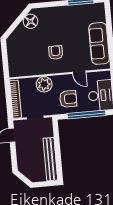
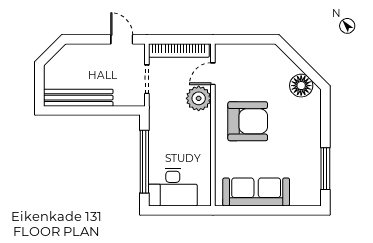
armchair: (56, 53) -> (248, 121), width x1.88, depth x1.88
door: (79, 72) -> (213, 74), moved
armchair: (68, 99) -> (172, 135), removed

